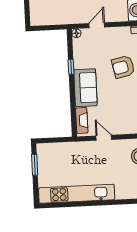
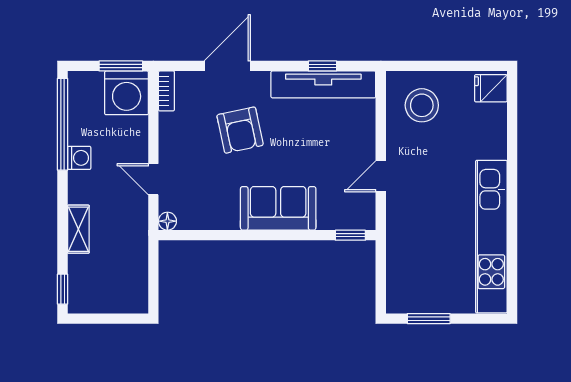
window: (71, 67) -> (350, 235), moved
fireplace: (82, 120) -> (344, 219), removed

